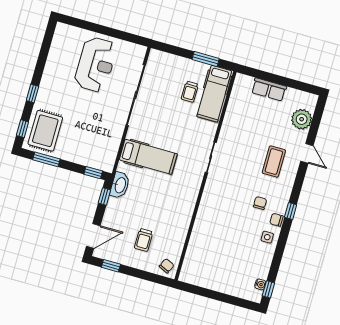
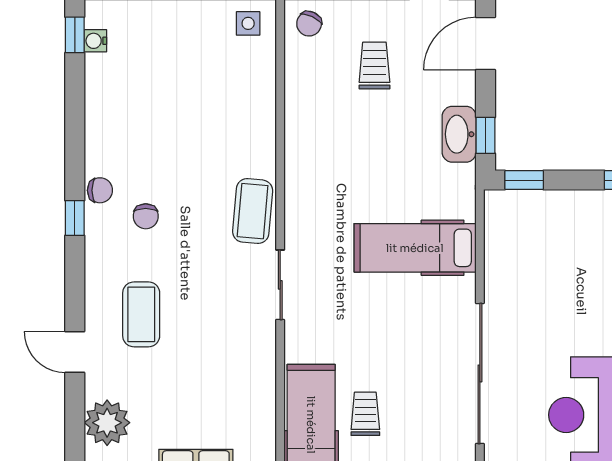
washbasin: (120, 185) -> (459, 134), moved
coffee table: (214, 192) -> (253, 211), added
side table: (267, 237) -> (248, 23), moved

